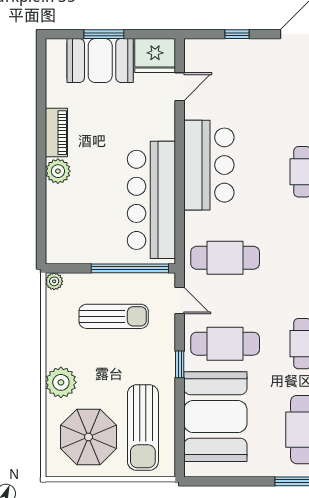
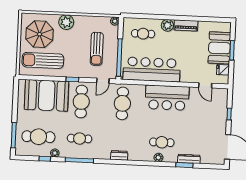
fridge: (155, 56) -> (223, 70), width x0.53, depth x0.75
cafe table: (78, 221) -> (143, 34), added

